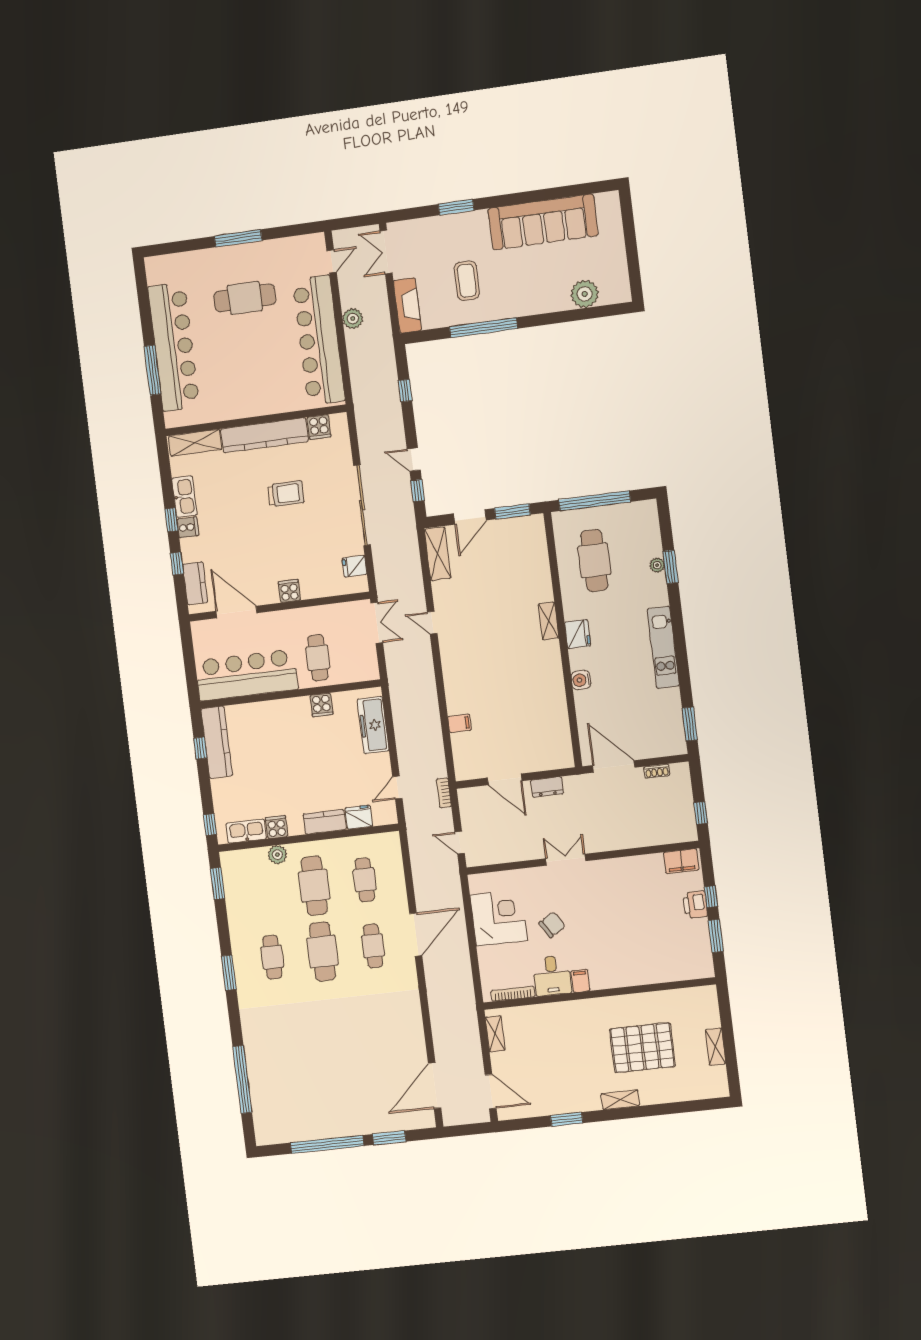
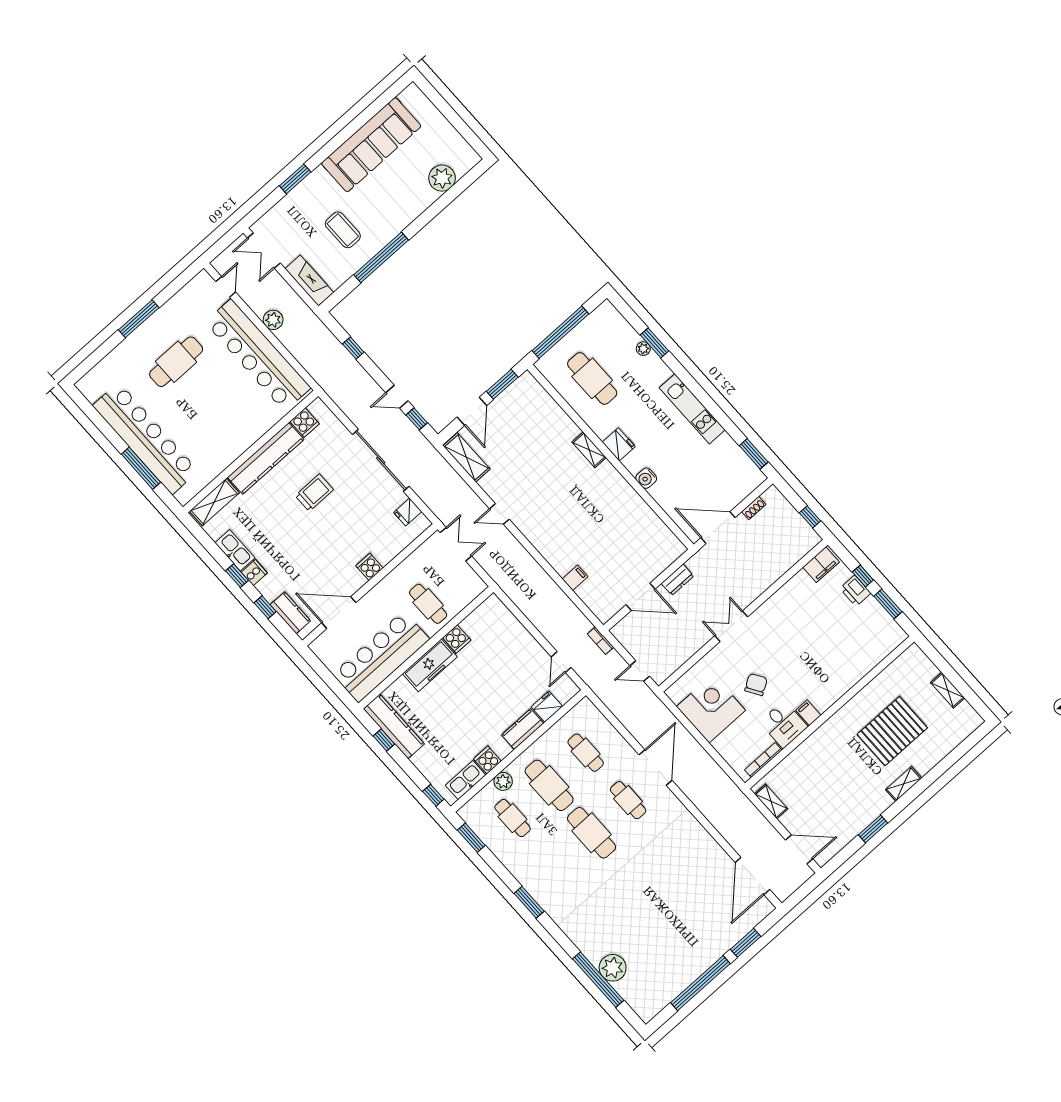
freezer: (373, 725) -> (430, 665), moved, turned -90
cafe table: (272, 957) -> (513, 818), moved
plant: (261, 1078) -> (613, 968), added

